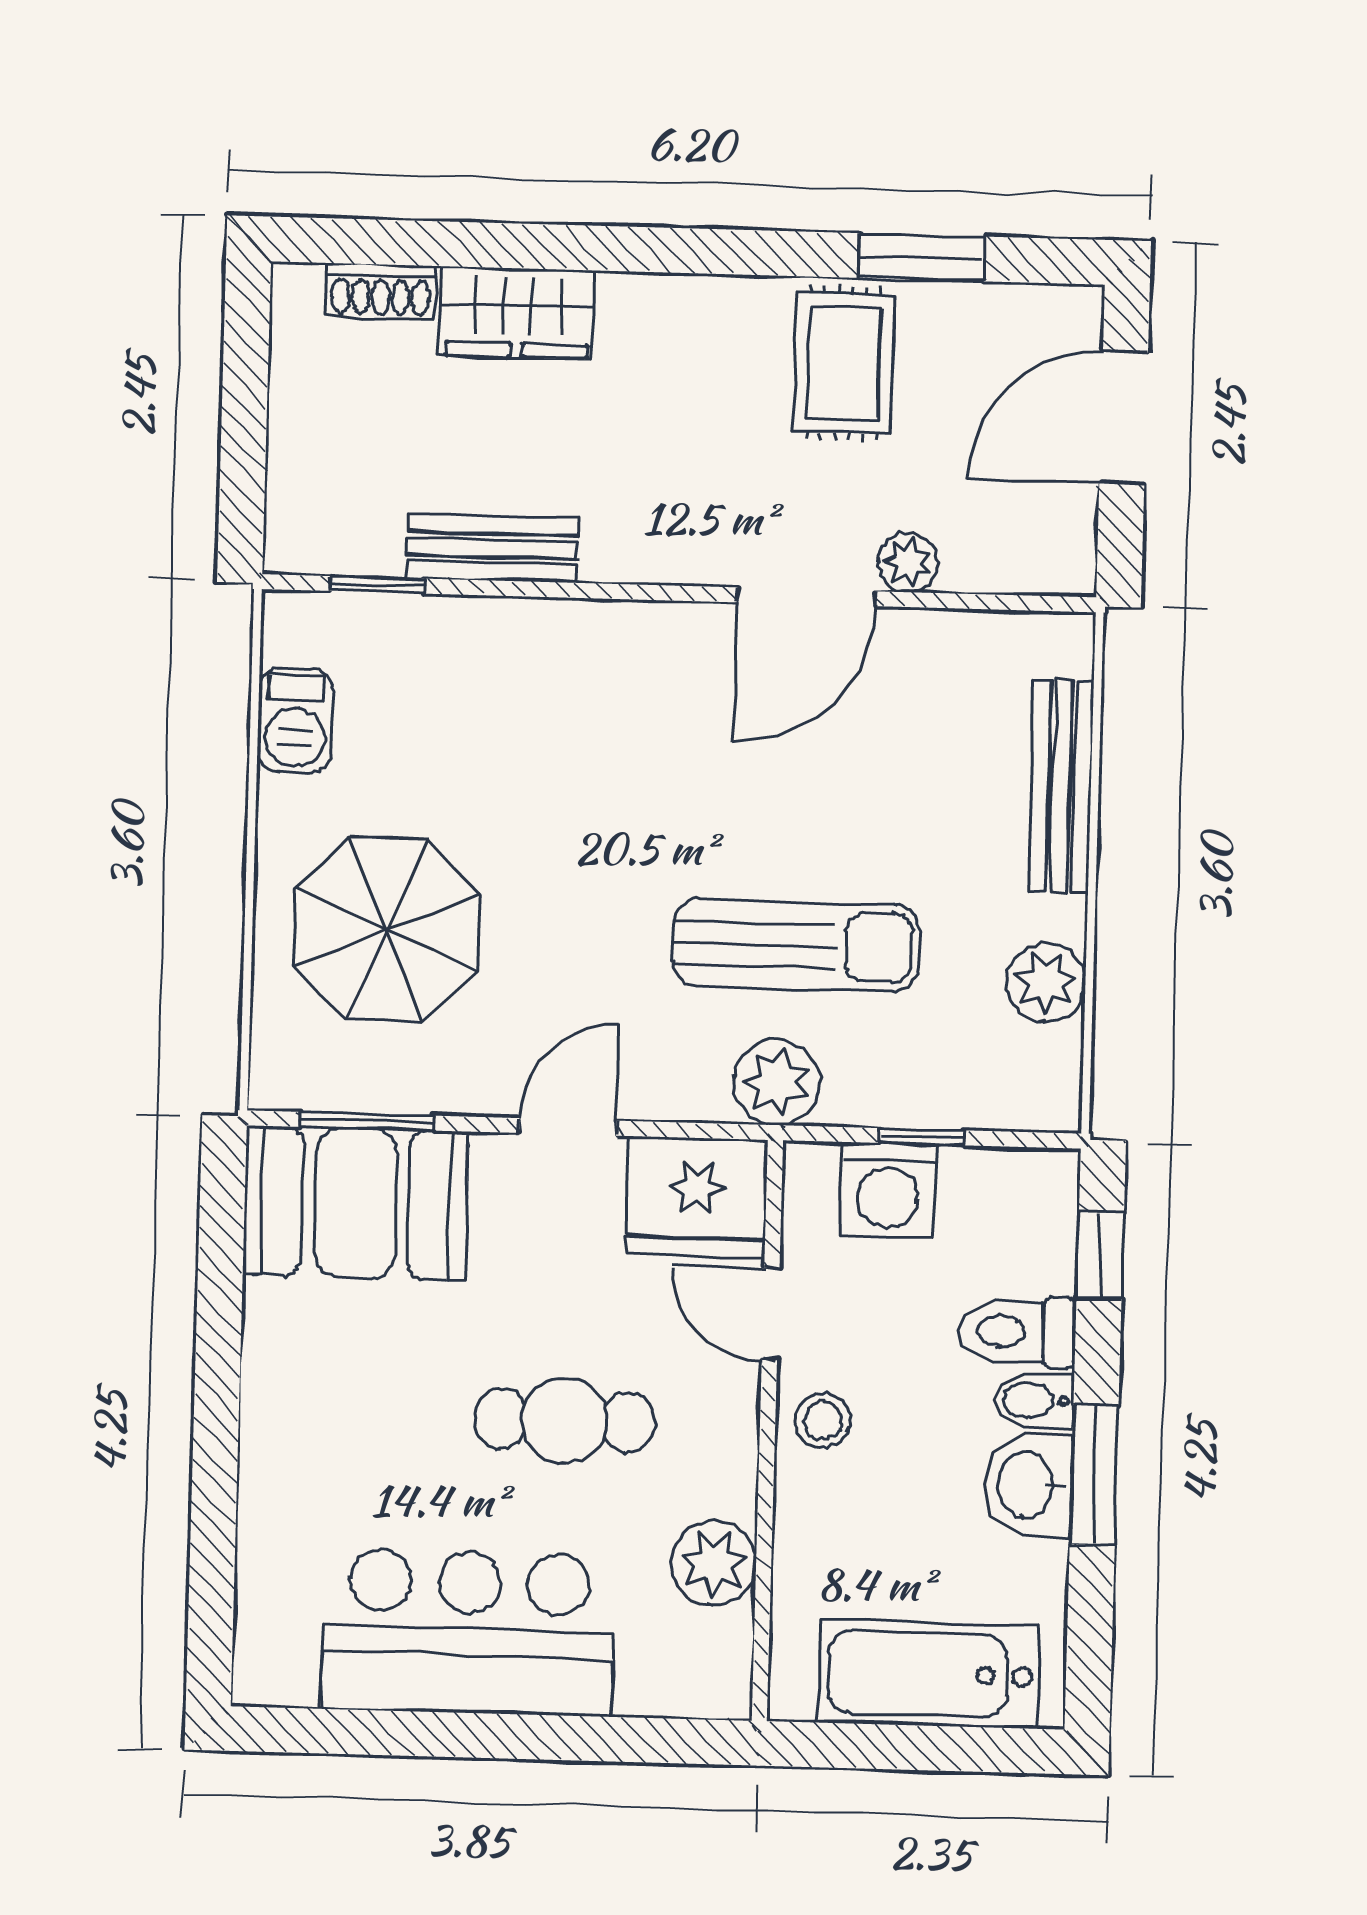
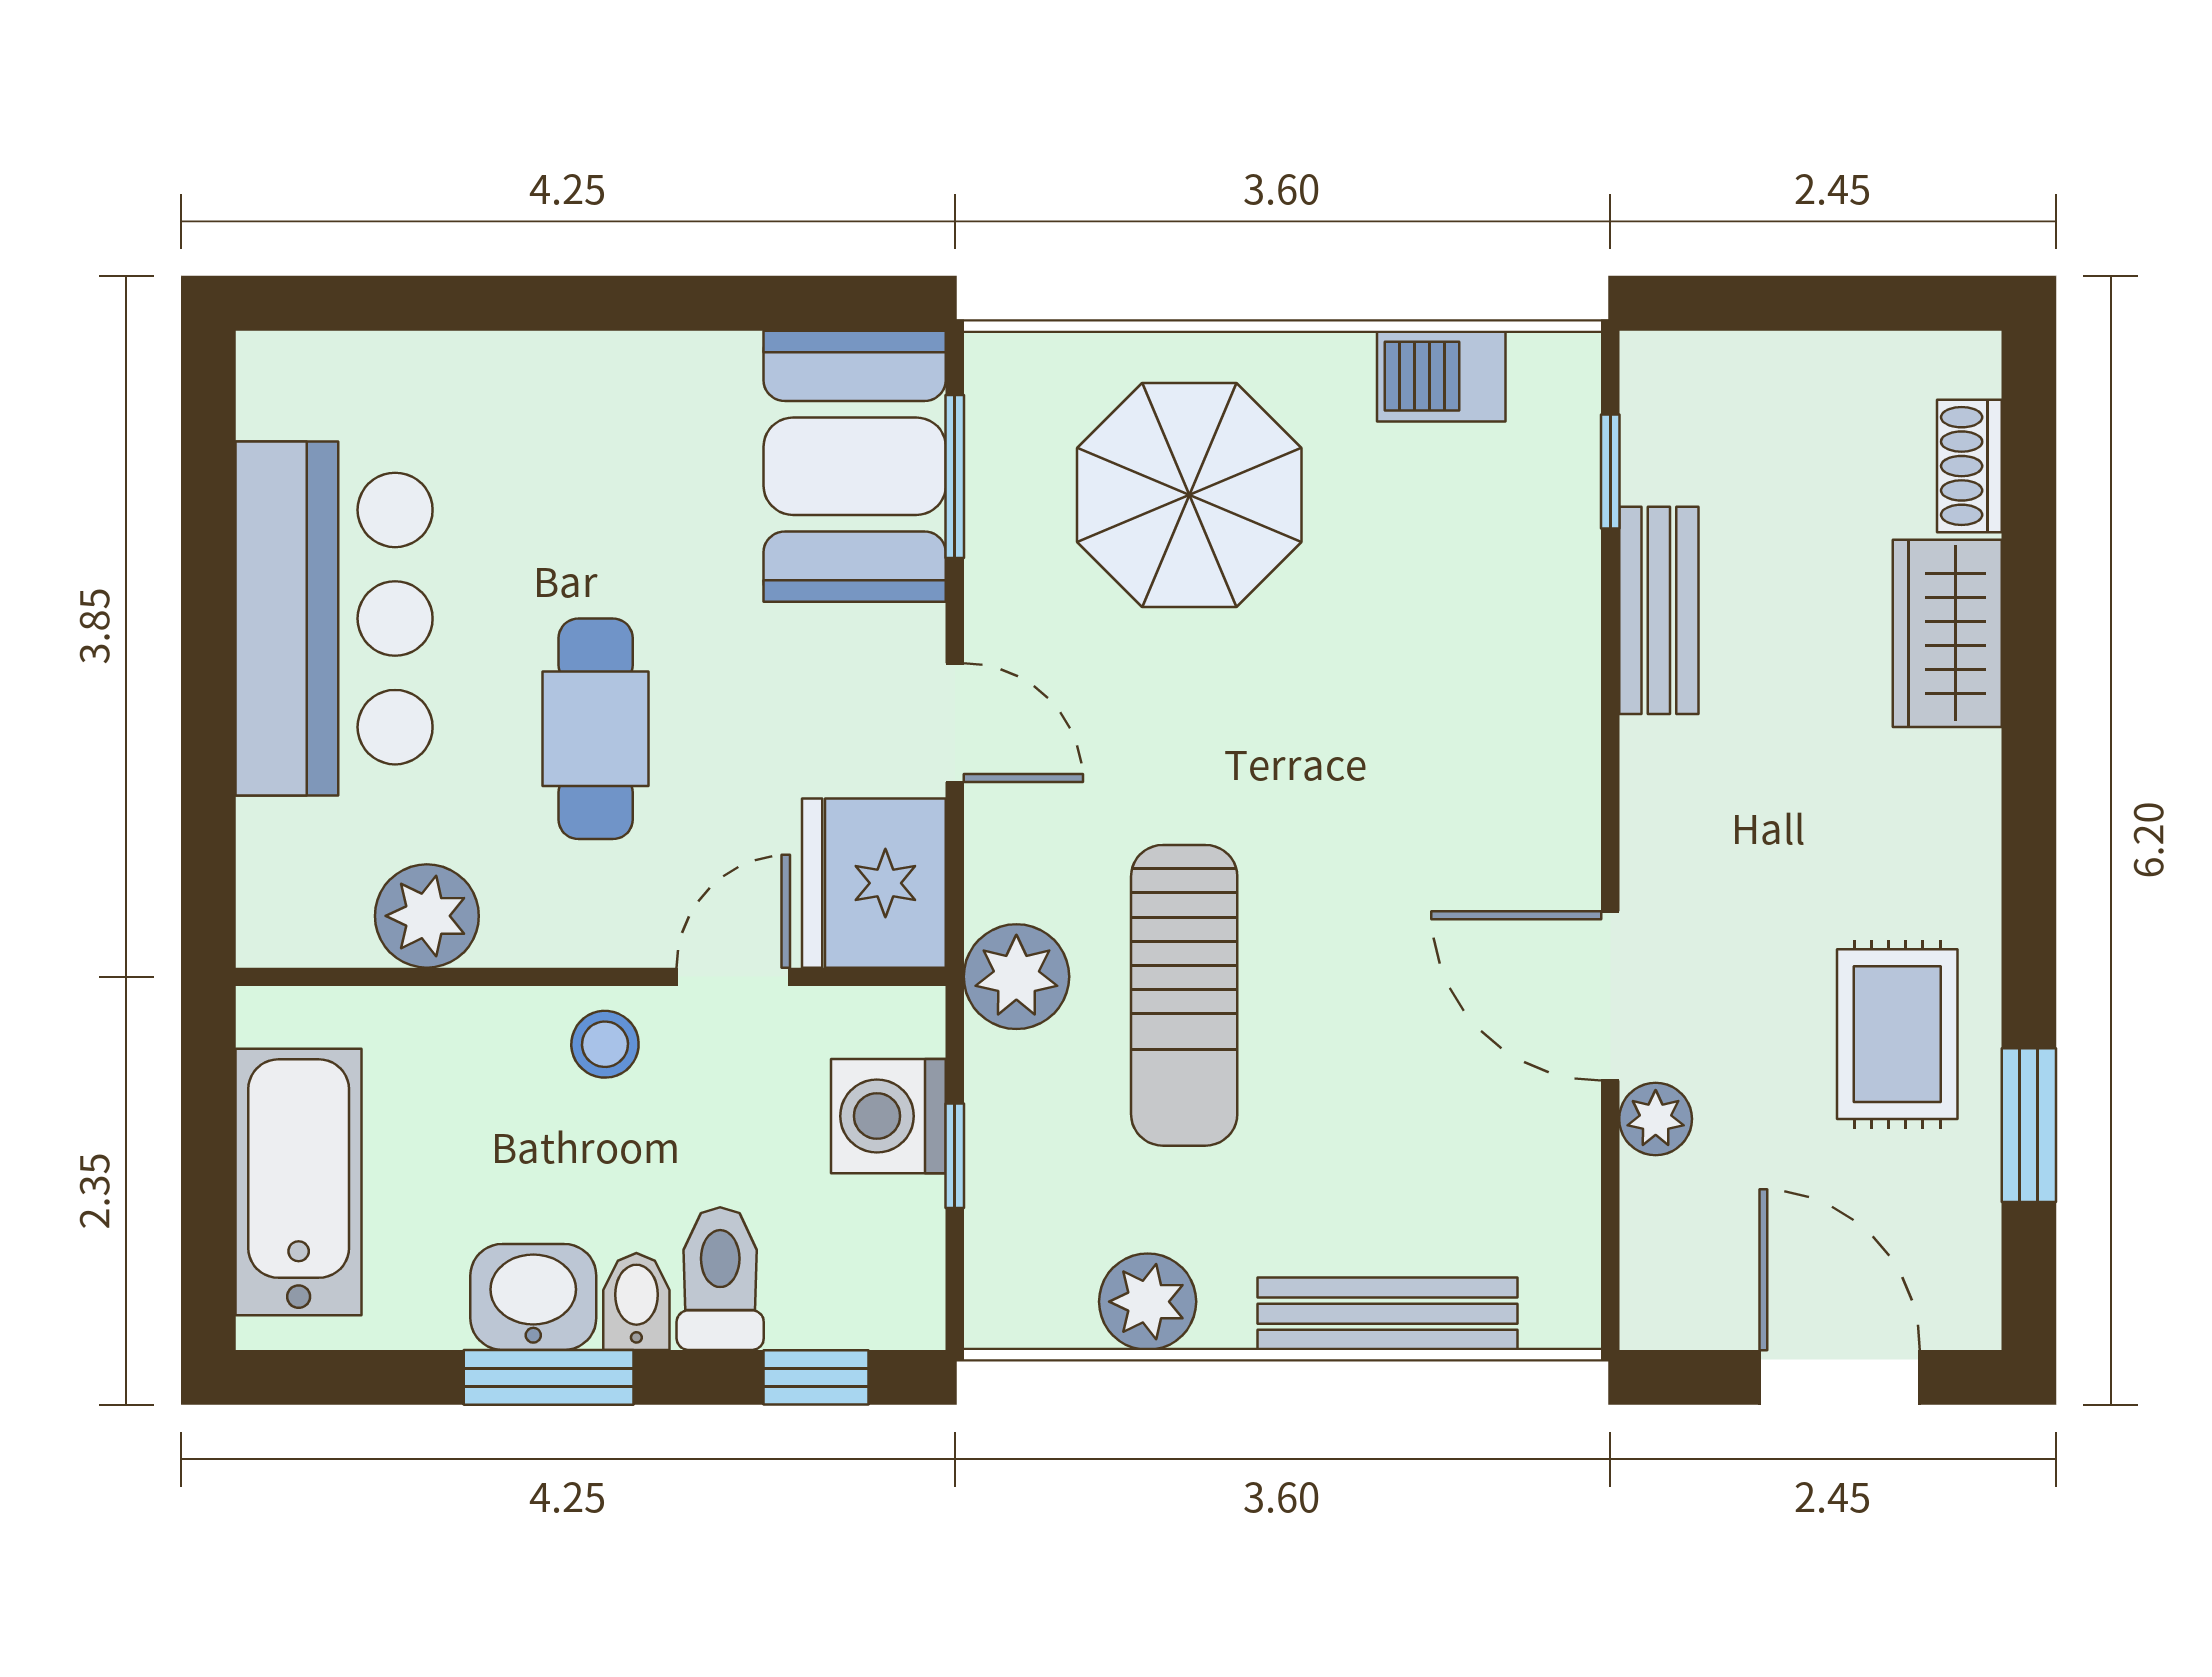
rug: (844, 363) -> (1897, 1034), turned 90

